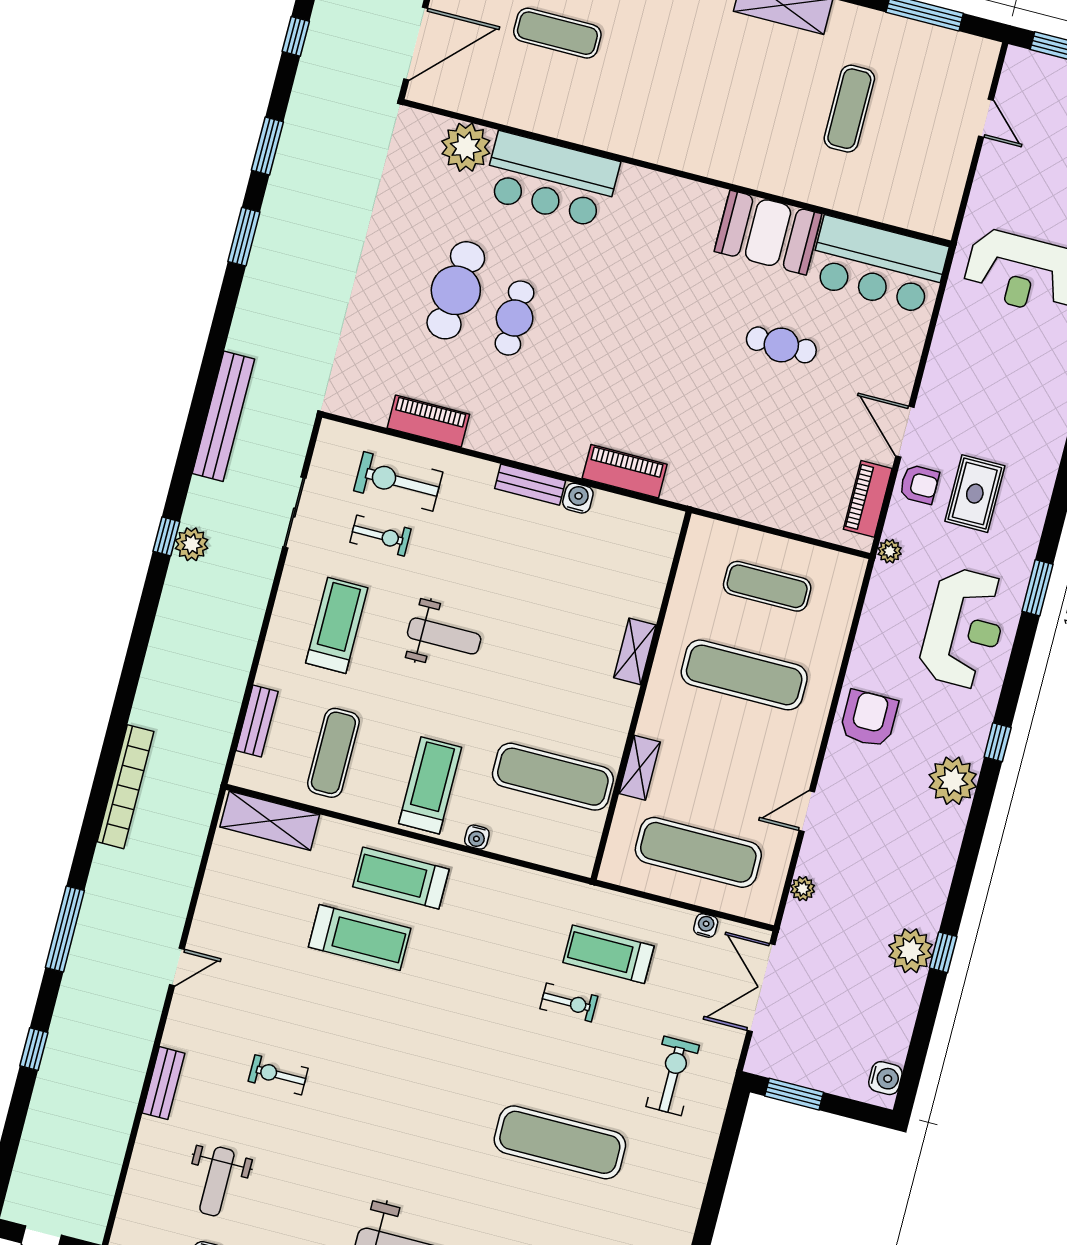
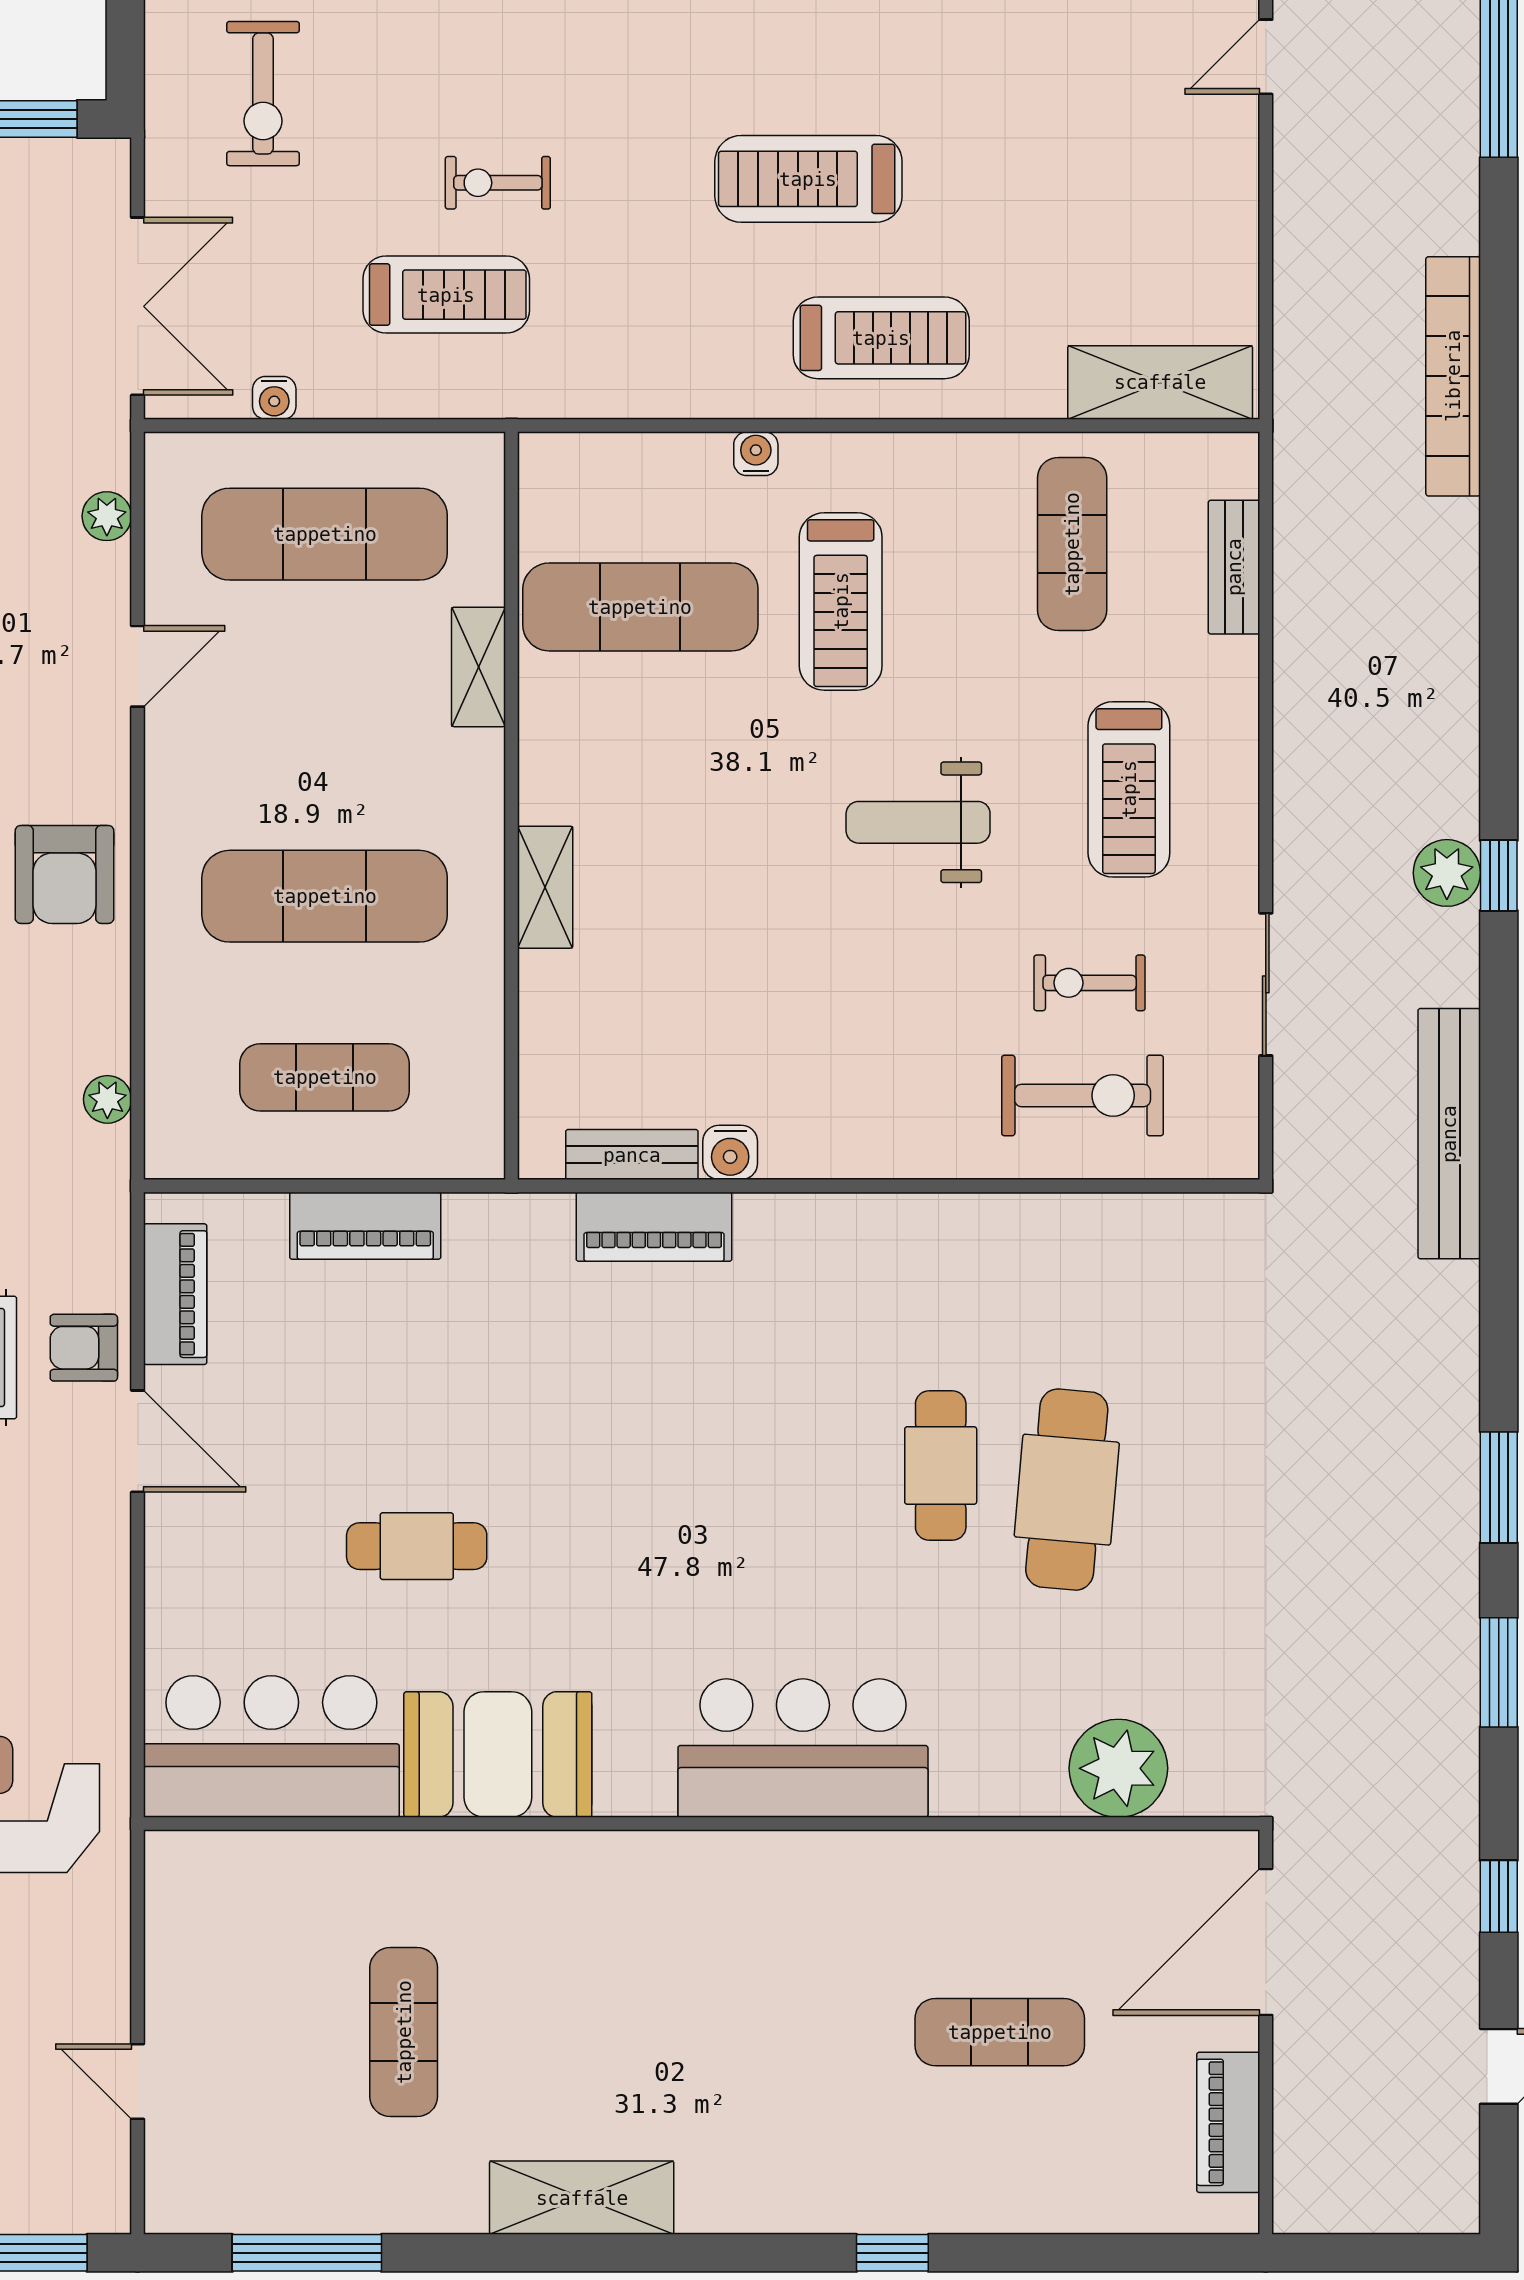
bar counter: (551, 180) -> (803, 1748), moved
piano: (428, 421) -> (365, 1226), moved
bench: (530, 485) -> (632, 1155), moved
plant: (890, 551) -> (107, 1099), moved
treadmill: (430, 785) -> (841, 601), moved
treadmill: (360, 938) -> (808, 179), moved

